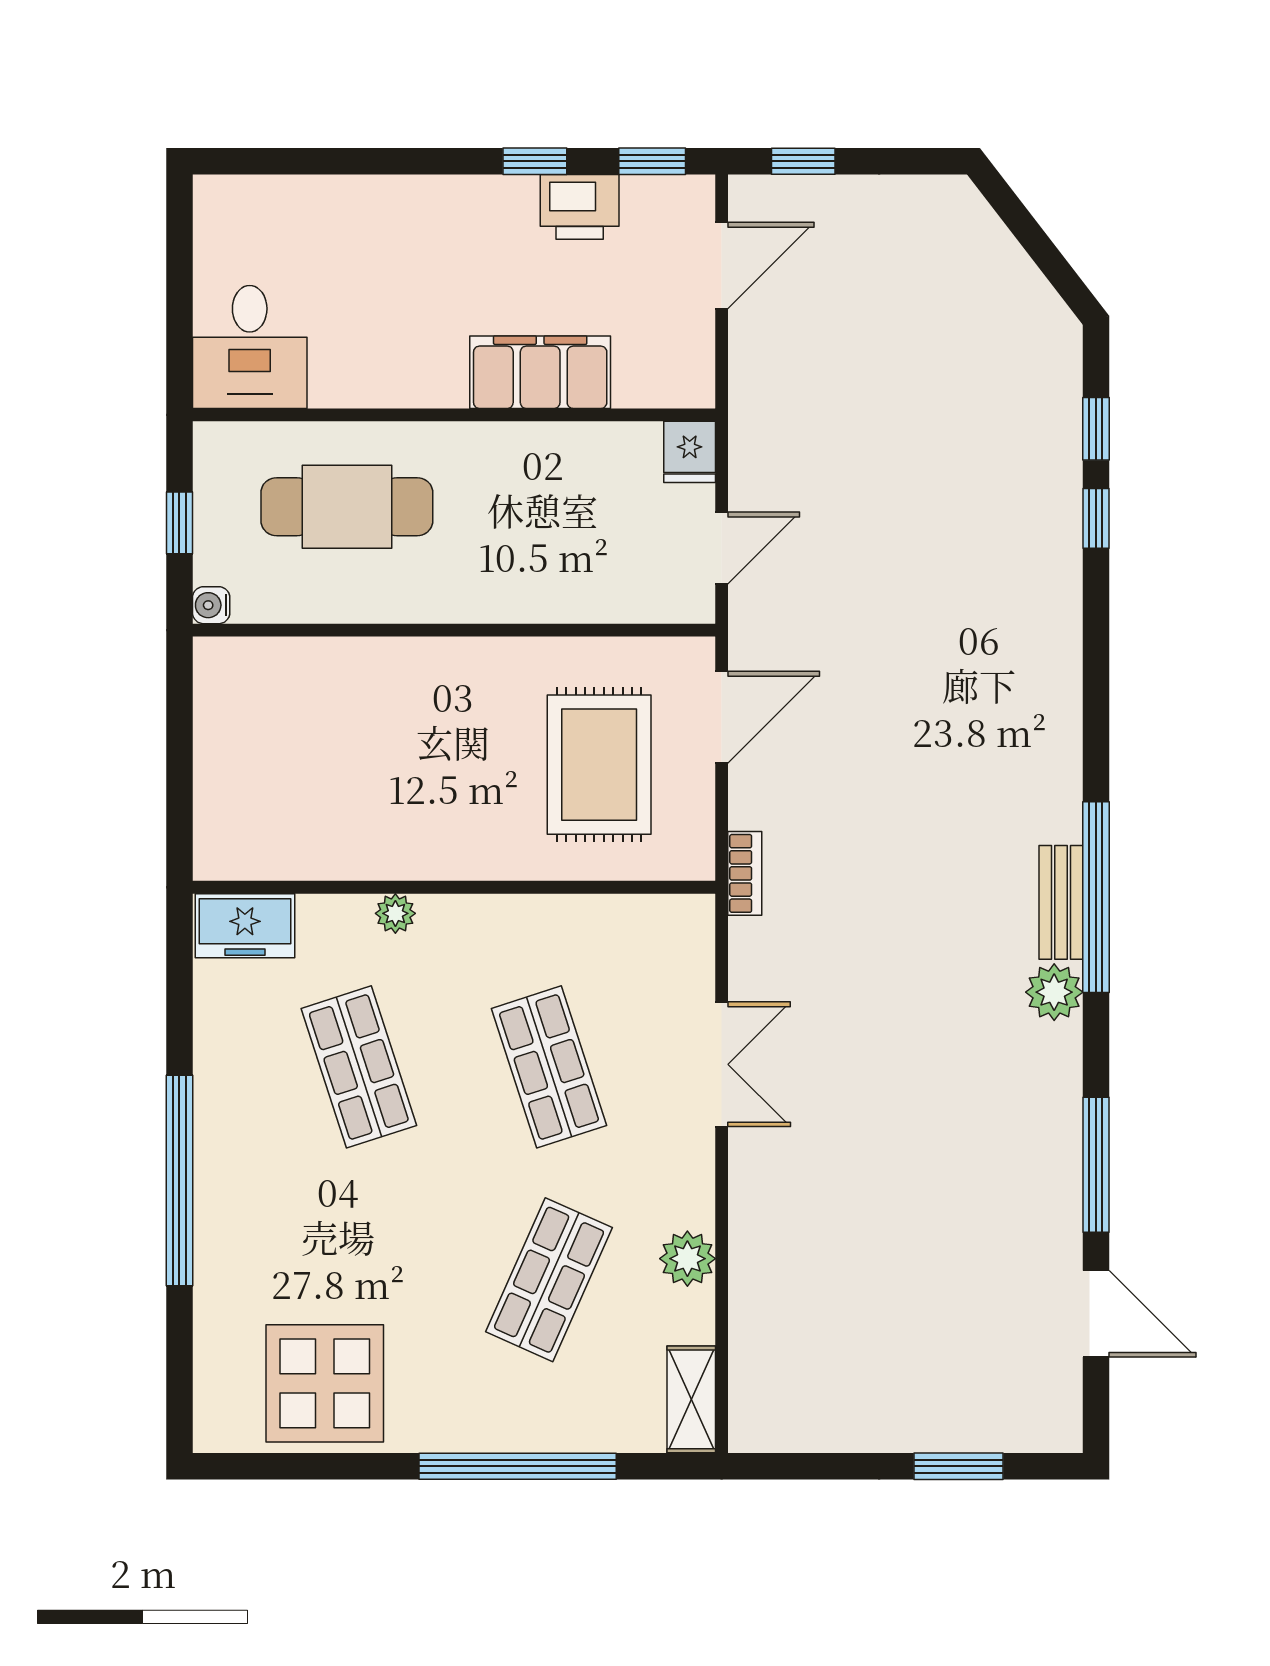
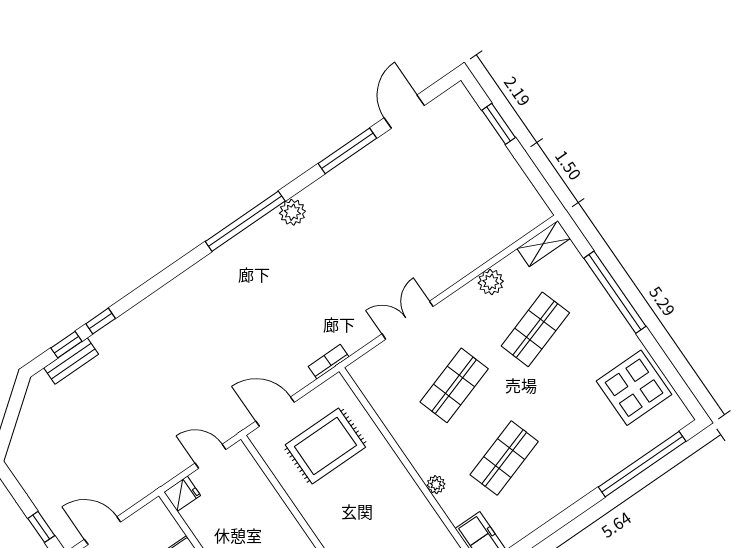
bench: (1061, 902) -> (71, 361), moved
window: (179, 1181) -> (642, 464), moved
shop shelf: (549, 1280) -> (535, 329), turned -42

